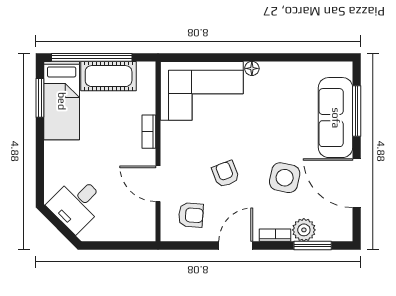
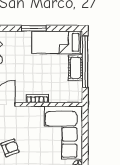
cot: (109, 76) -> (75, 68), width x0.73, depth x0.75
window: (40, 98) -> (34, 28), moved

